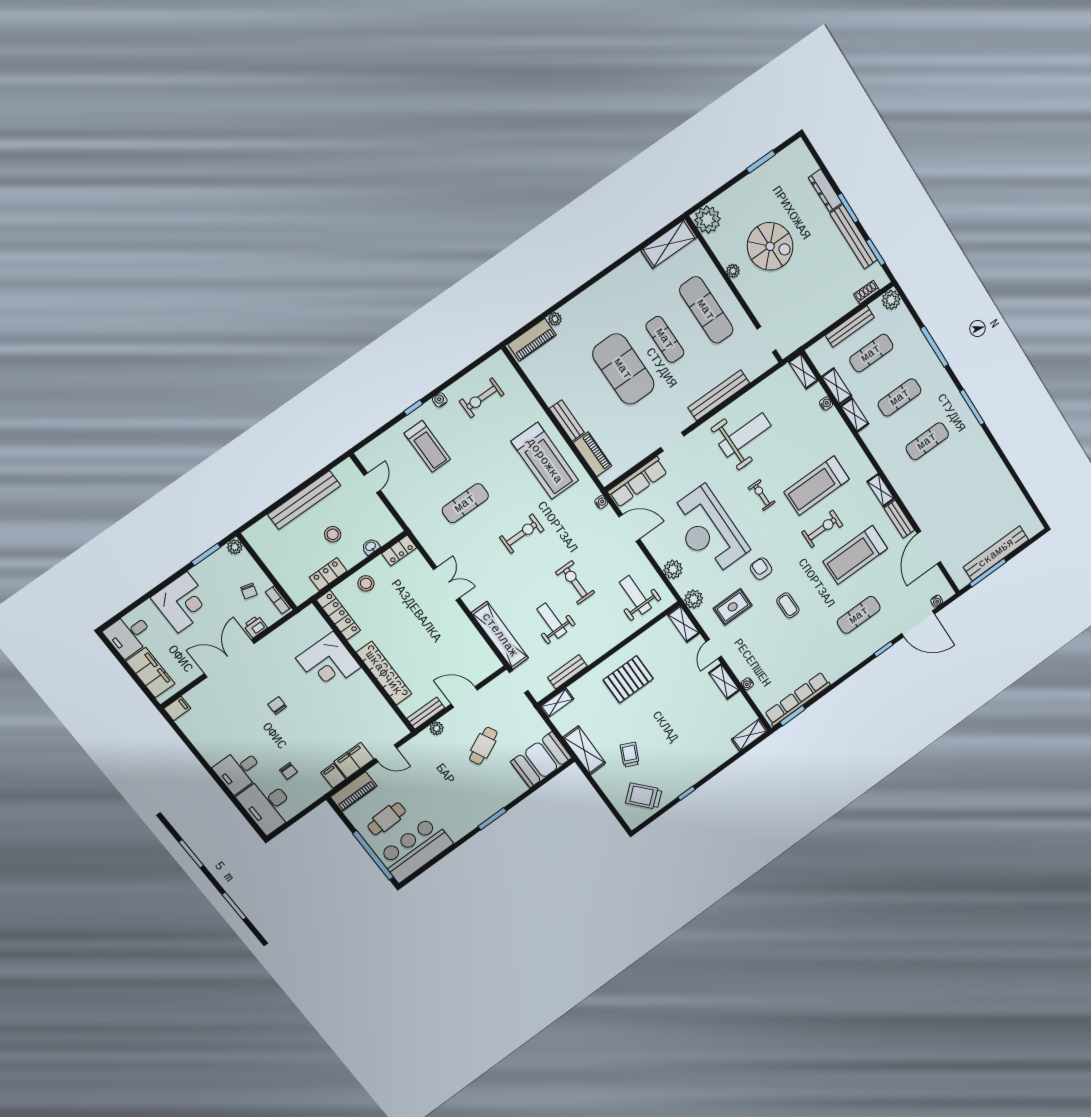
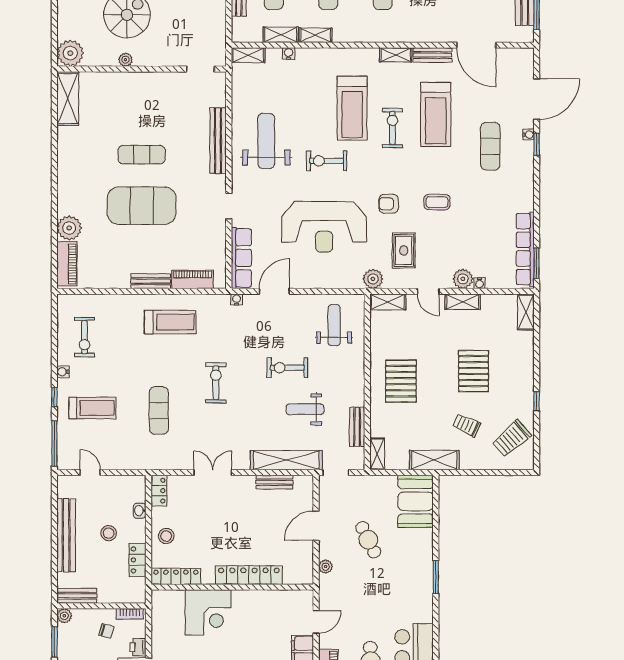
exercise mat: (706, 310) -> (142, 104), removed
plant: (555, 319) -> (69, 228), width x1.87, depth x1.87
window: (374, 435) -> (54, 444), added
treadmill: (545, 461) -> (170, 322), width x0.73, depth x0.73
exercise bike: (762, 495) -> (327, 161), width x1.38, depth x1.39
bench: (260, 545) -> (77, 596), added
plant: (673, 569) -> (463, 279), moved
weight bench: (636, 595) -> (334, 325), turned 90
water cooler: (937, 601) -> (528, 135), moved
bench: (426, 713) -> (275, 482), moved, turned 90
pallet: (676, 729) -> (473, 371), added

